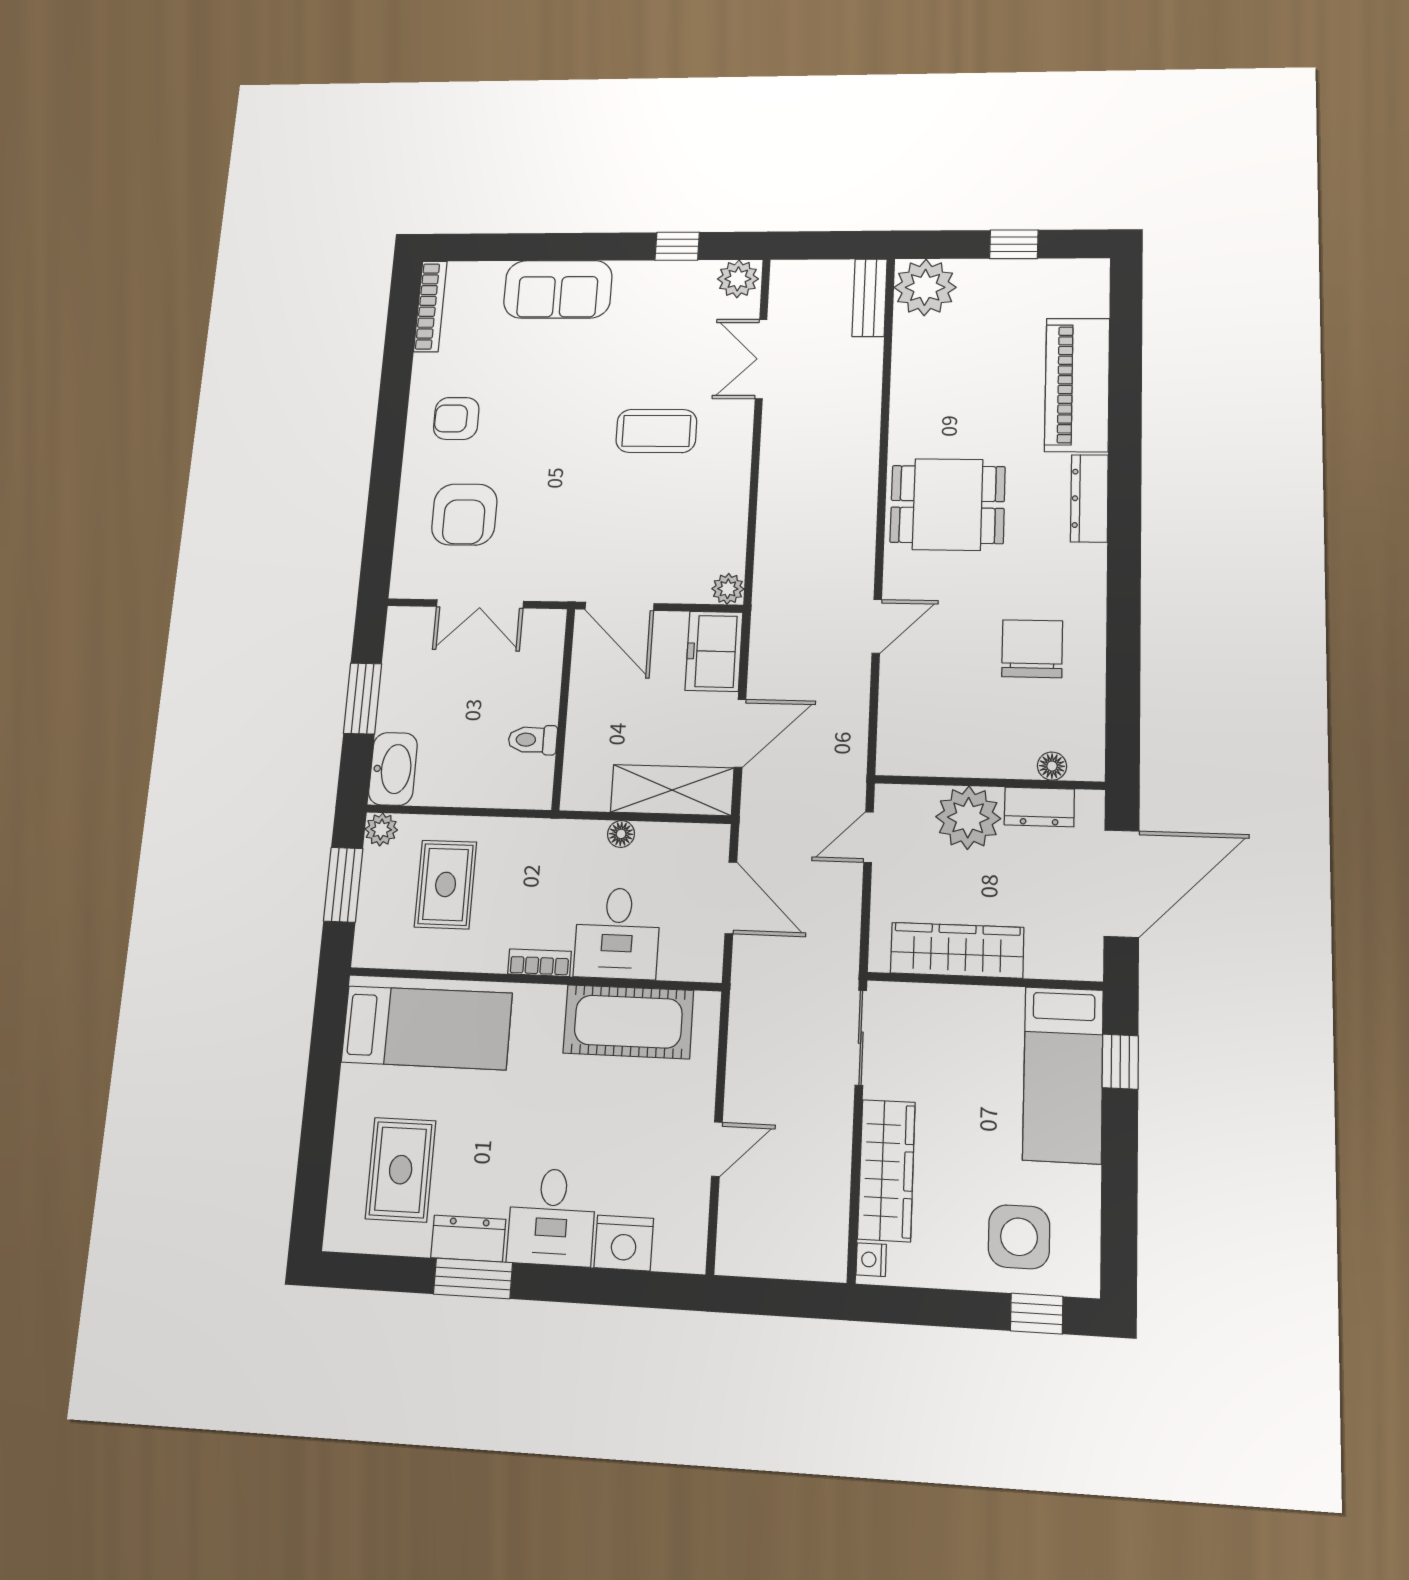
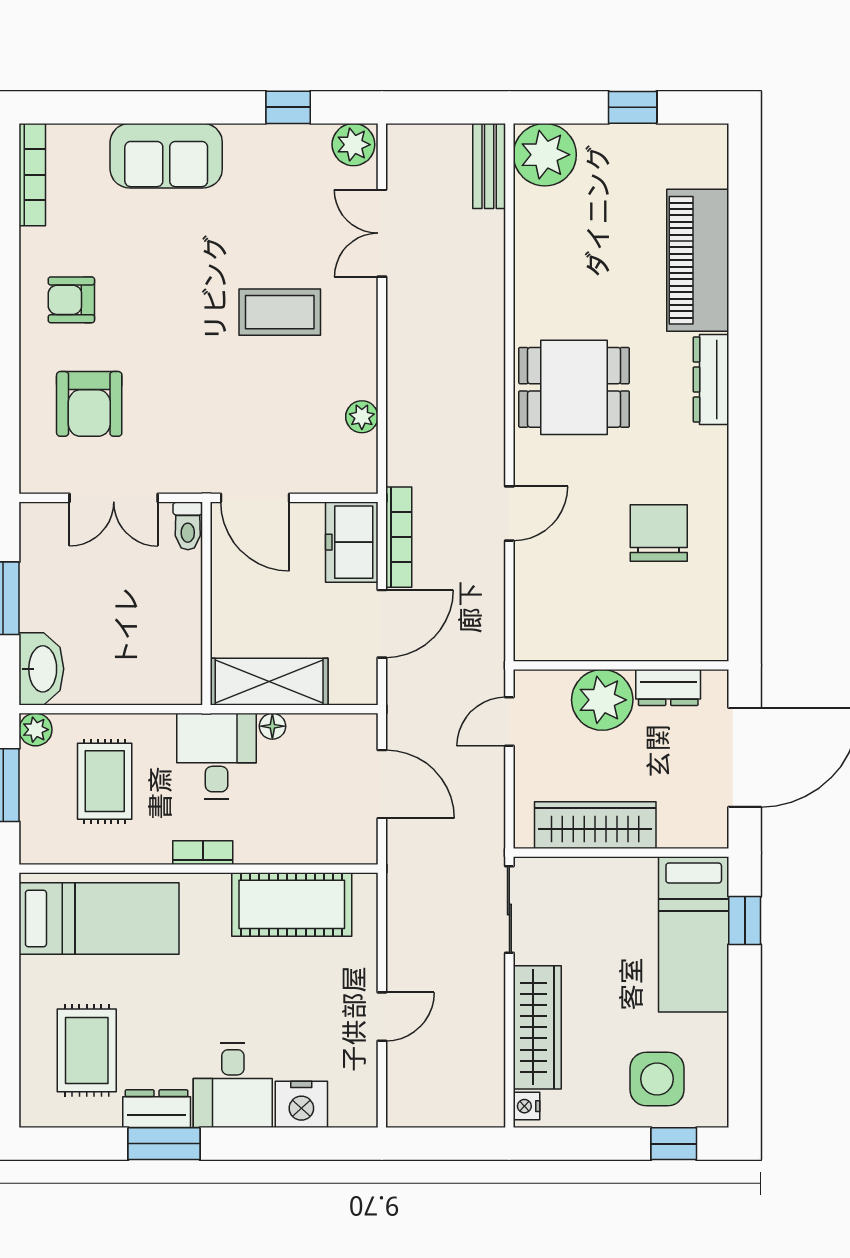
plant: (728, 589) -> (362, 417), moved
bookcase: (762, 647) -> (399, 537), added
toilet: (533, 740) -> (188, 526), moved, turned -90
floor lamp: (1052, 766) -> (679, 648), removed
shelving: (672, 790) -> (269, 682), moved
desk: (617, 933) -> (217, 756), moved, turned 180

